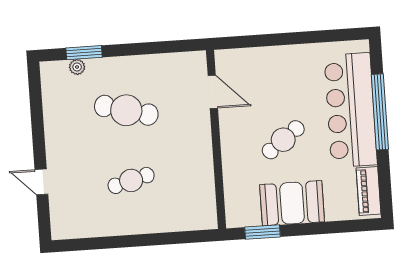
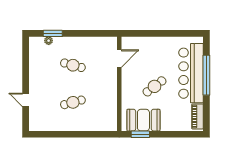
door: (213, 92) -> (119, 59), hinge flipped
cafe table: (126, 110) -> (73, 65), width x0.73, depth x0.74
booth: (292, 203) -> (143, 120), moved

